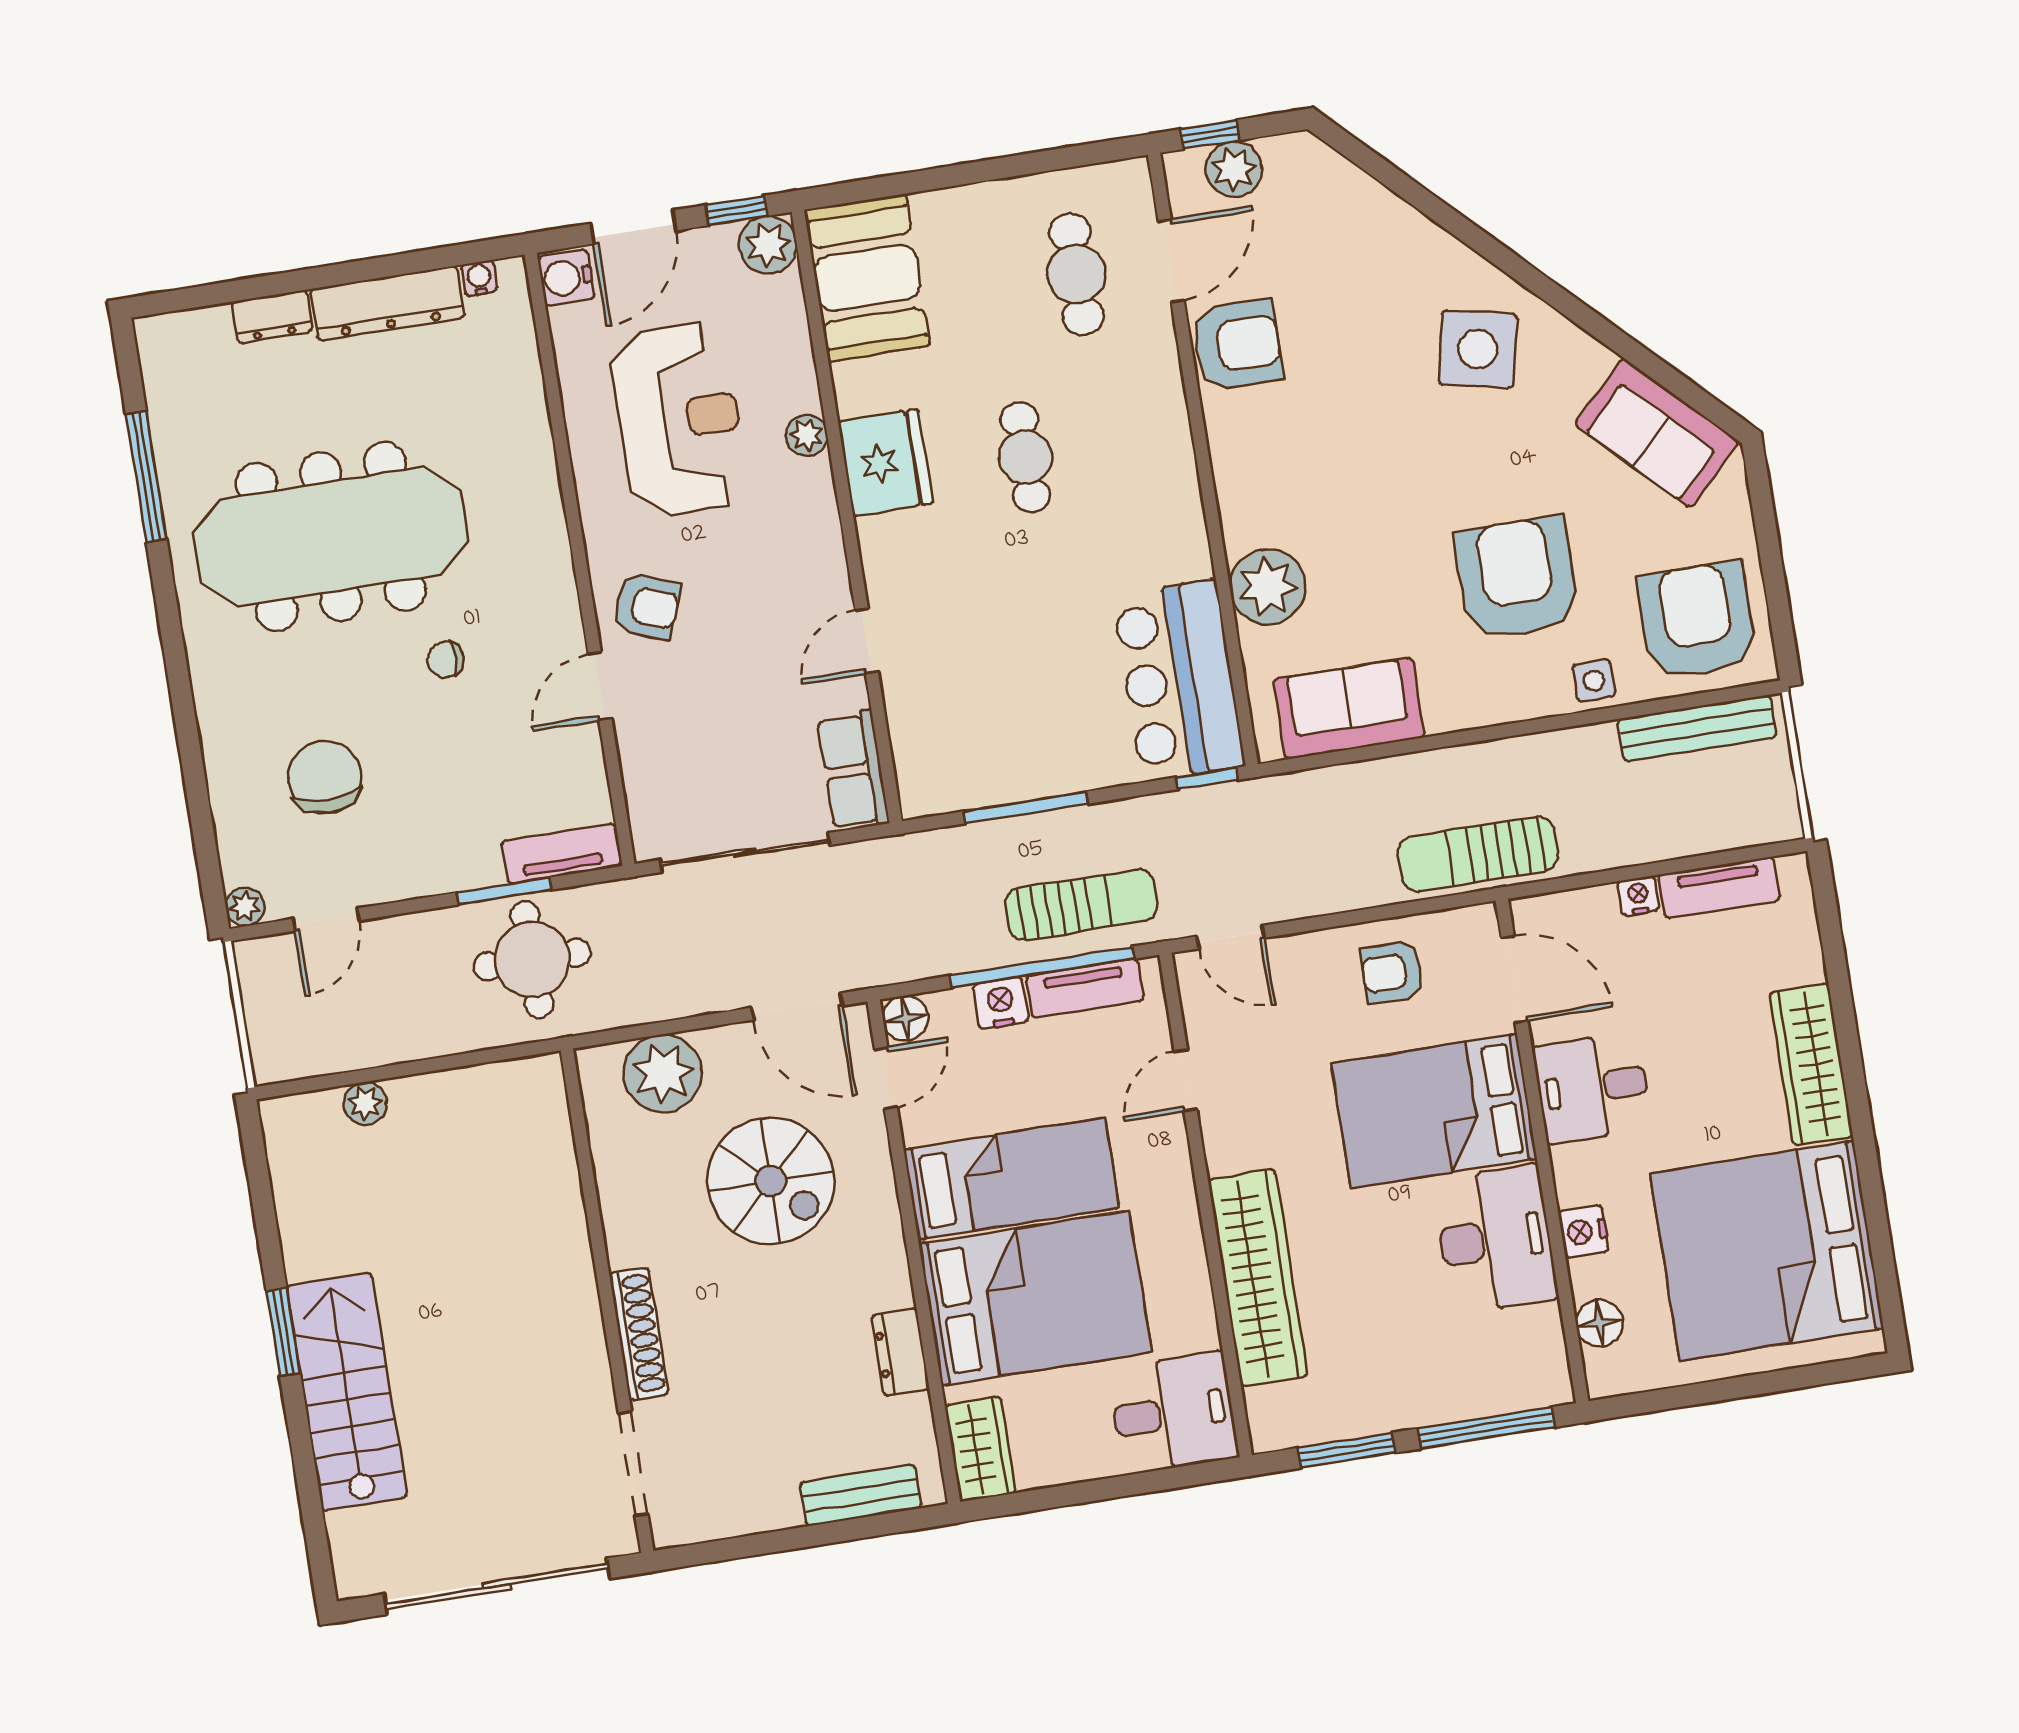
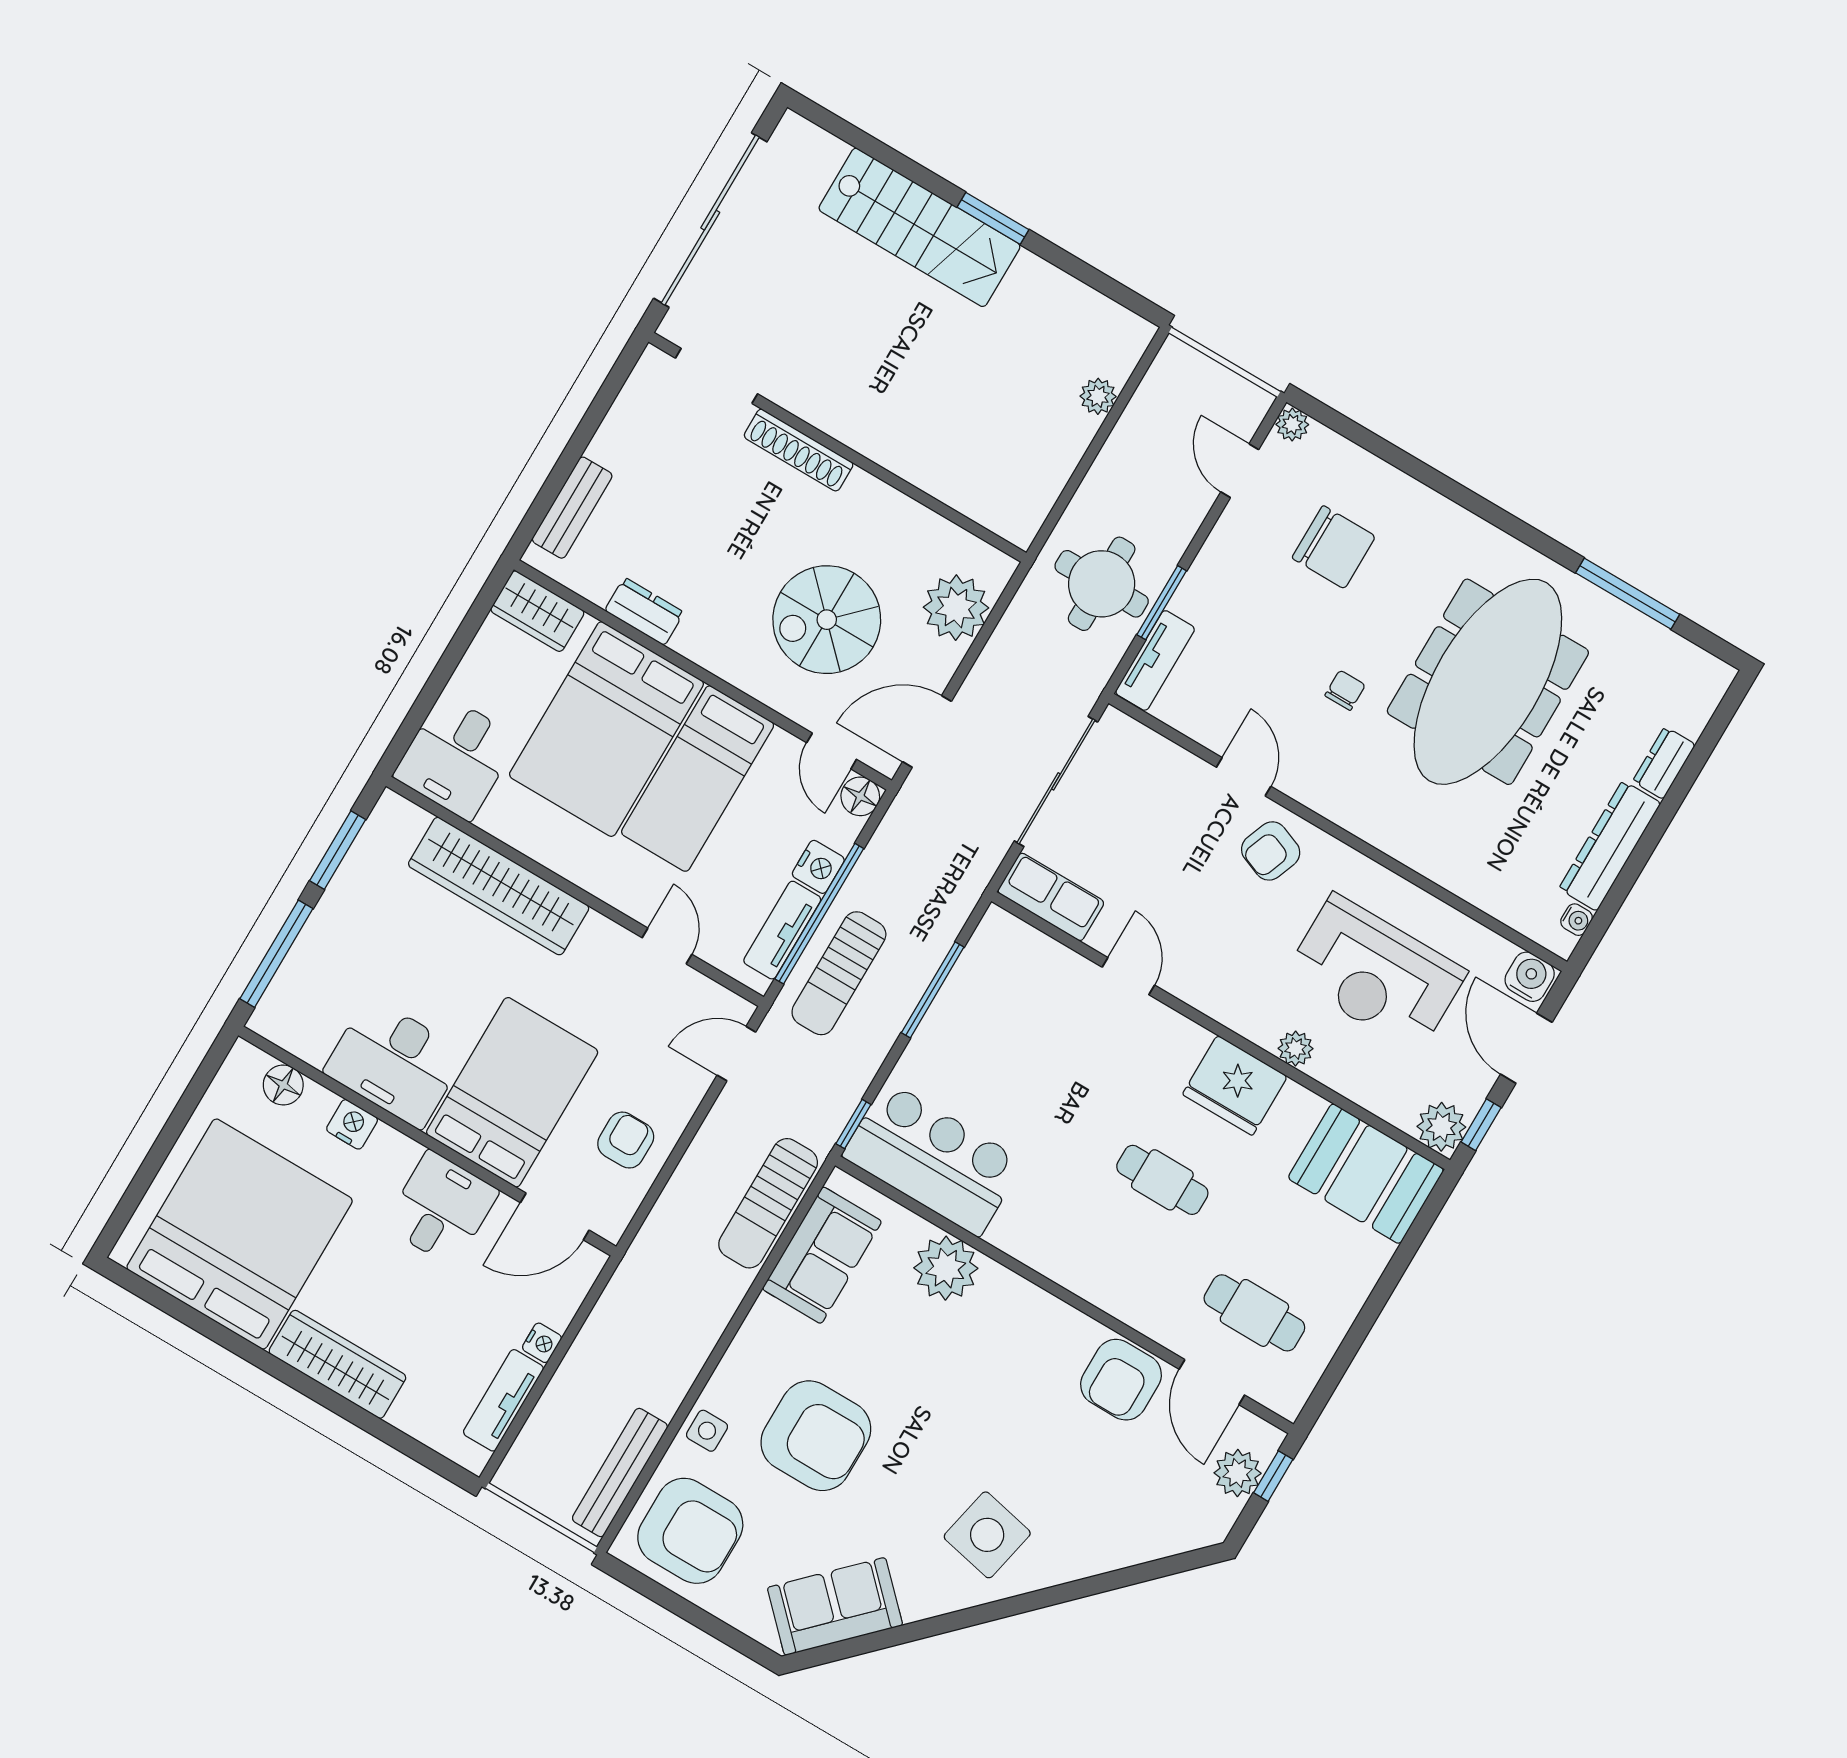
sun lounger: (1478, 854) -> (768, 1203), moved, turned 180

